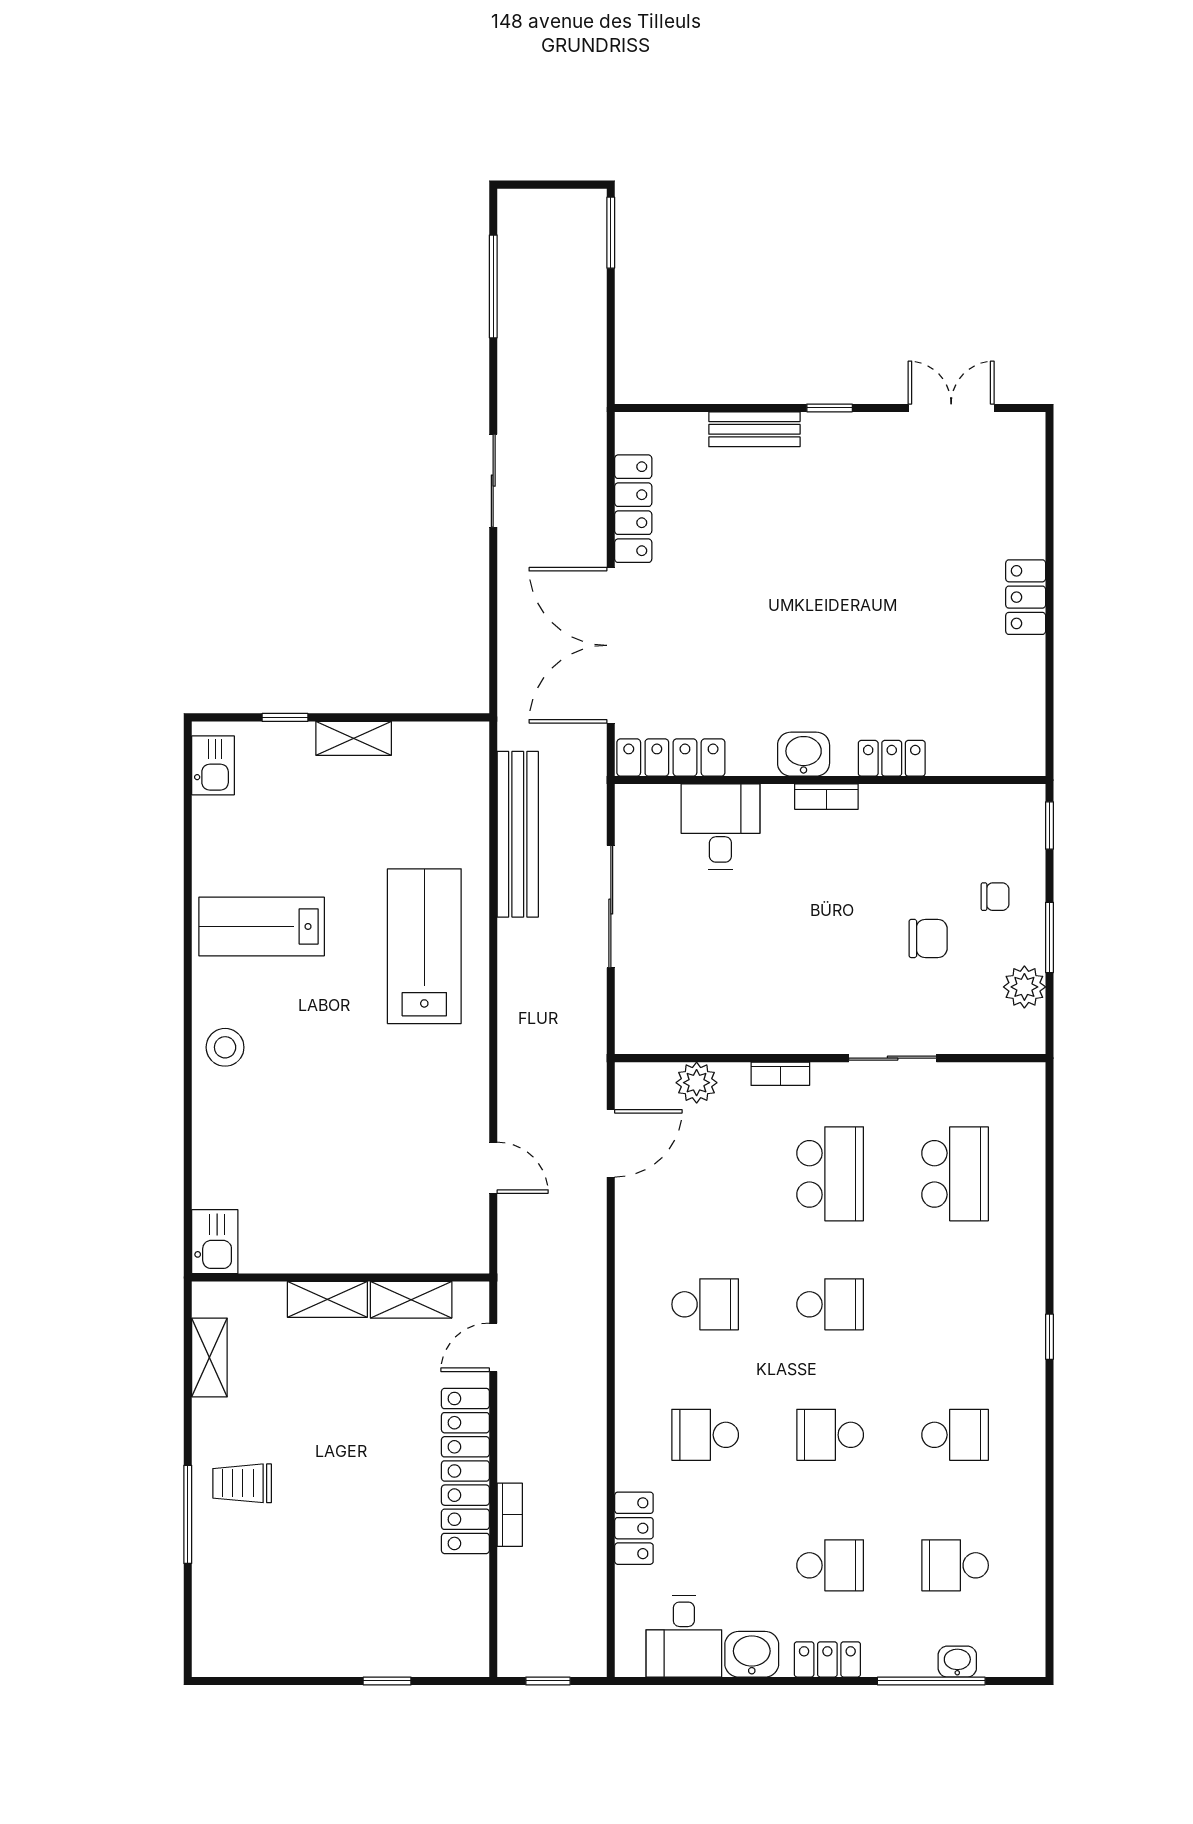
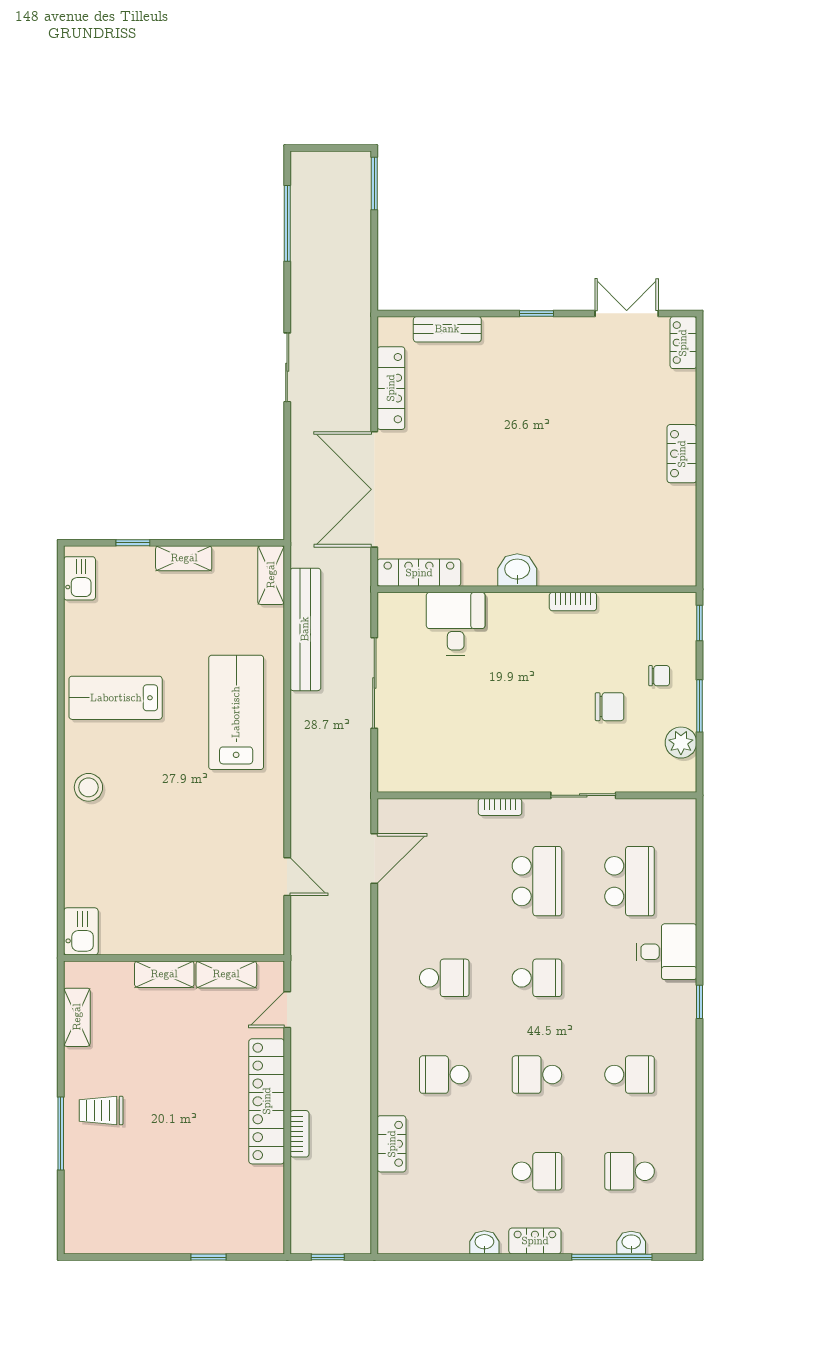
bench: (754, 429) -> (447, 329), moved
locker: (892, 758) -> (683, 343), moved, turned -90
shelving: (471, 761) -> (271, 575), added
bookcase: (826, 797) -> (573, 602), moved
plant: (697, 1083) -> (438, 814), removed
desk: (684, 1636) -> (666, 952), moved, turned -90
washbasin: (752, 1654) -> (484, 1242), width x0.72, depth x0.69

